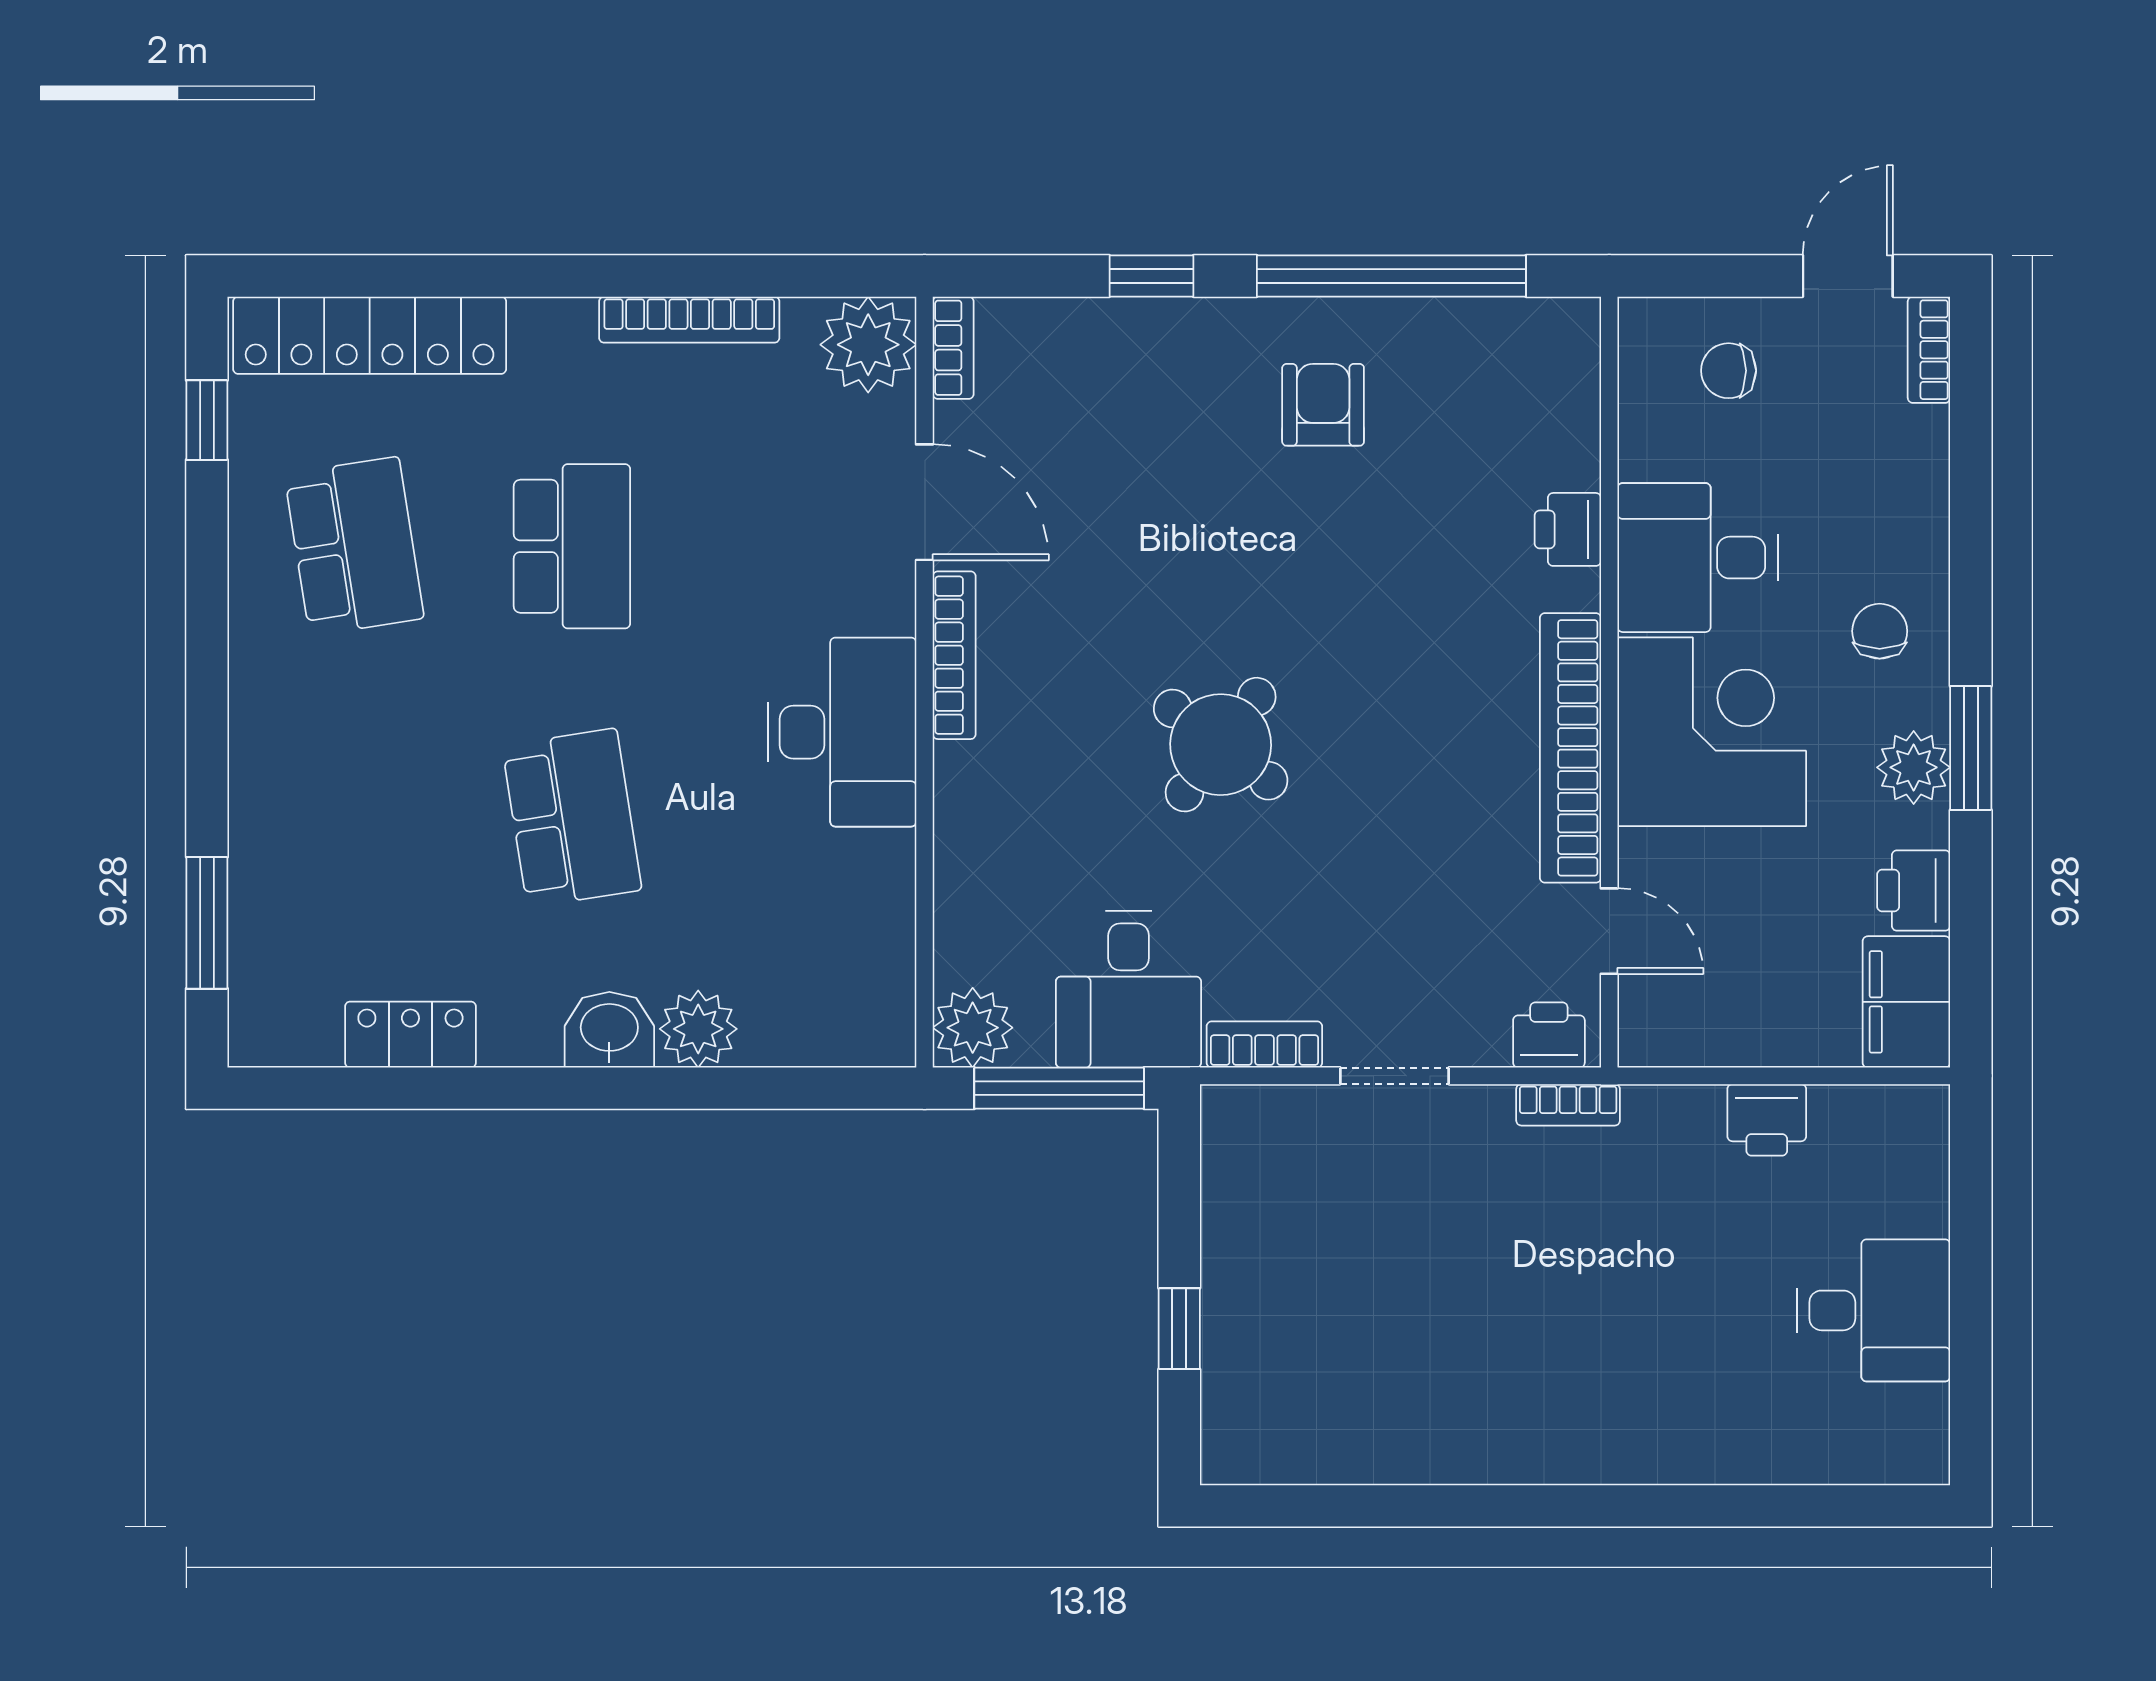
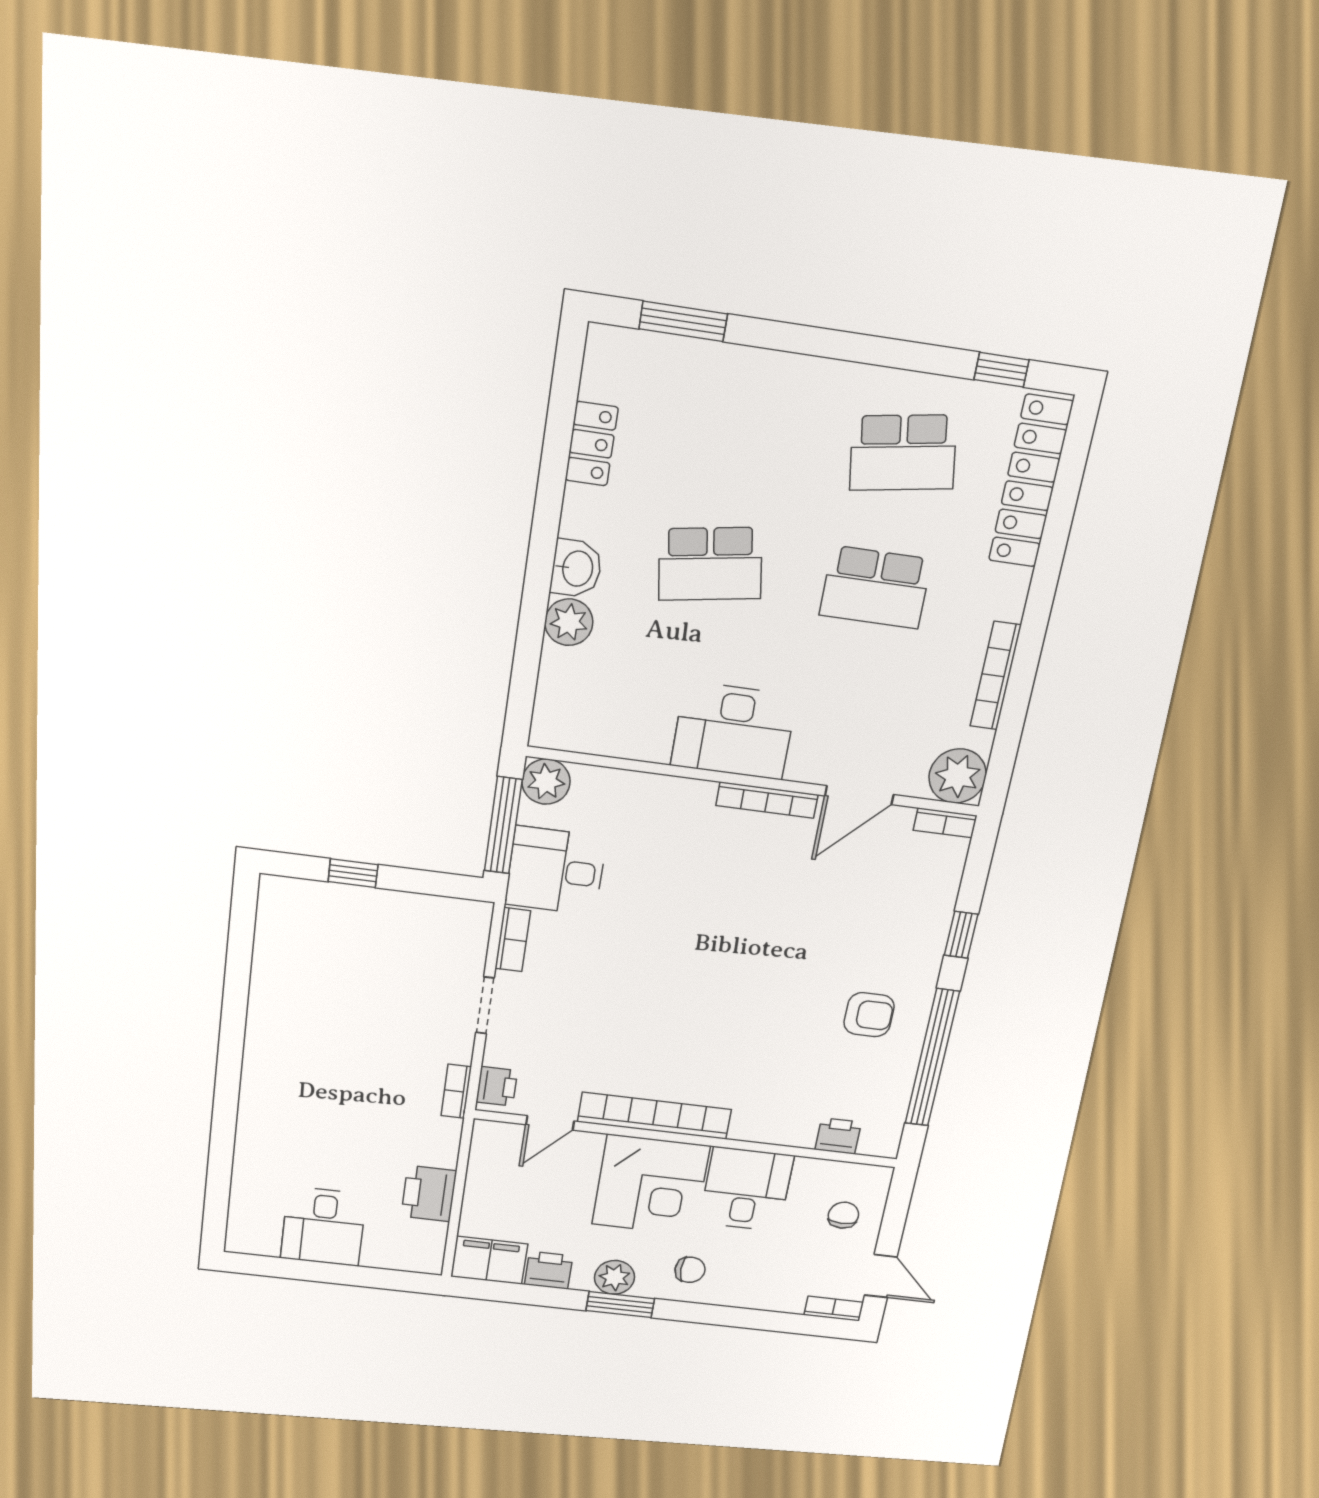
printer: (1568, 529) -> (838, 1136), moved
round table: (1221, 745) -> (688, 938), removed
printer: (1767, 1120) -> (429, 1194), width x1.36, depth x1.24

